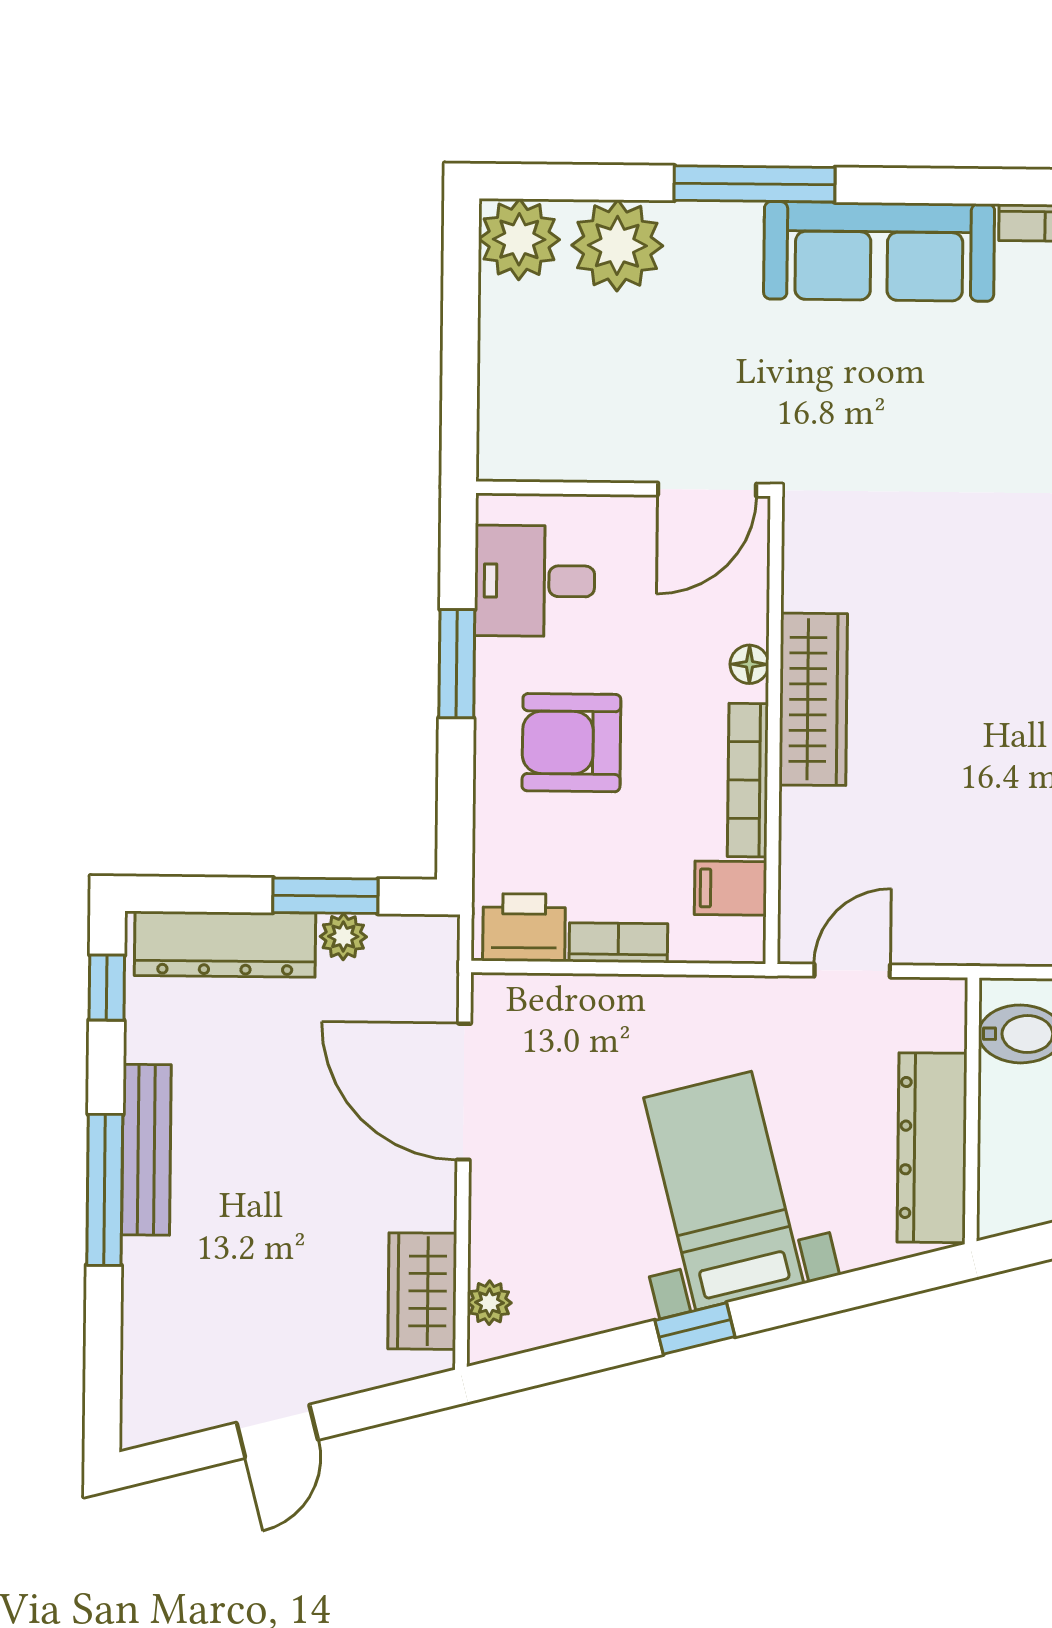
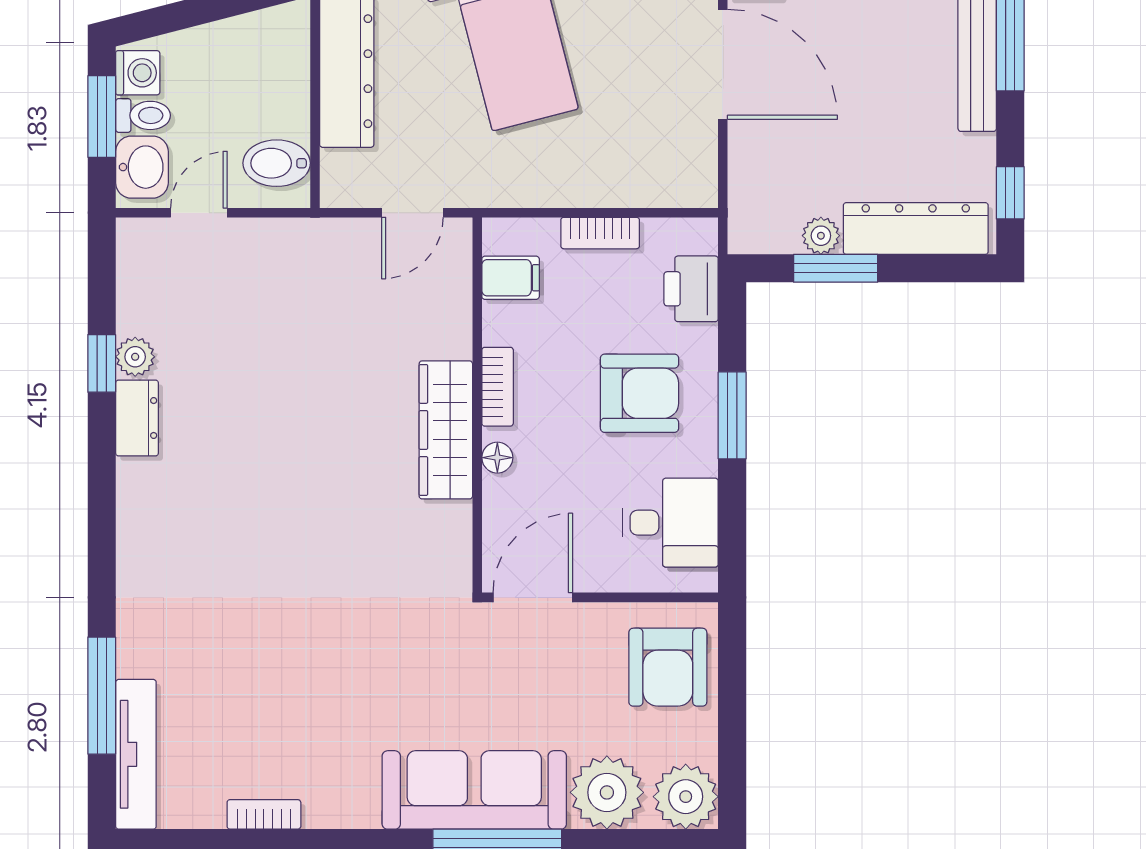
sofa: (879, 251) -> (474, 790), moved
armchair: (540, 401) -> (668, 667), added
window: (457, 664) -> (732, 415), moved
bookcase: (748, 780) -> (498, 387), width x0.64
printer: (524, 928) -> (691, 289), moved, turned 90
door: (464, 1092) -> (723, 64), moved

